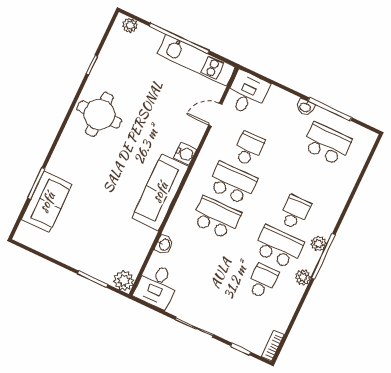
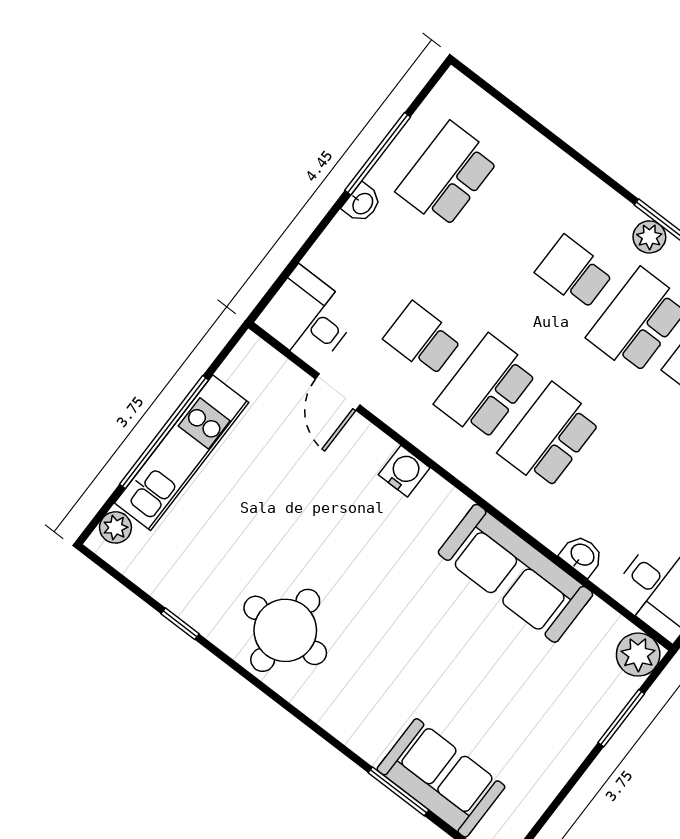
kitchen unit: (197, 60) -> (182, 453), moved
sofa: (160, 192) -> (515, 573), moved

